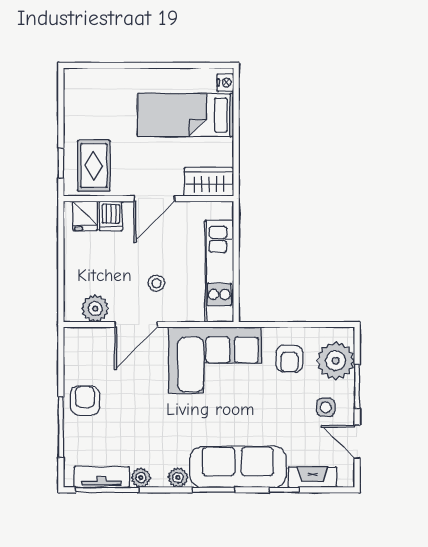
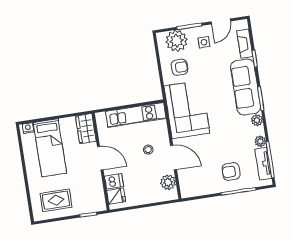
rug: (94, 166) -> (56, 200), moved
armchair: (85, 400) -> (231, 172), moved

